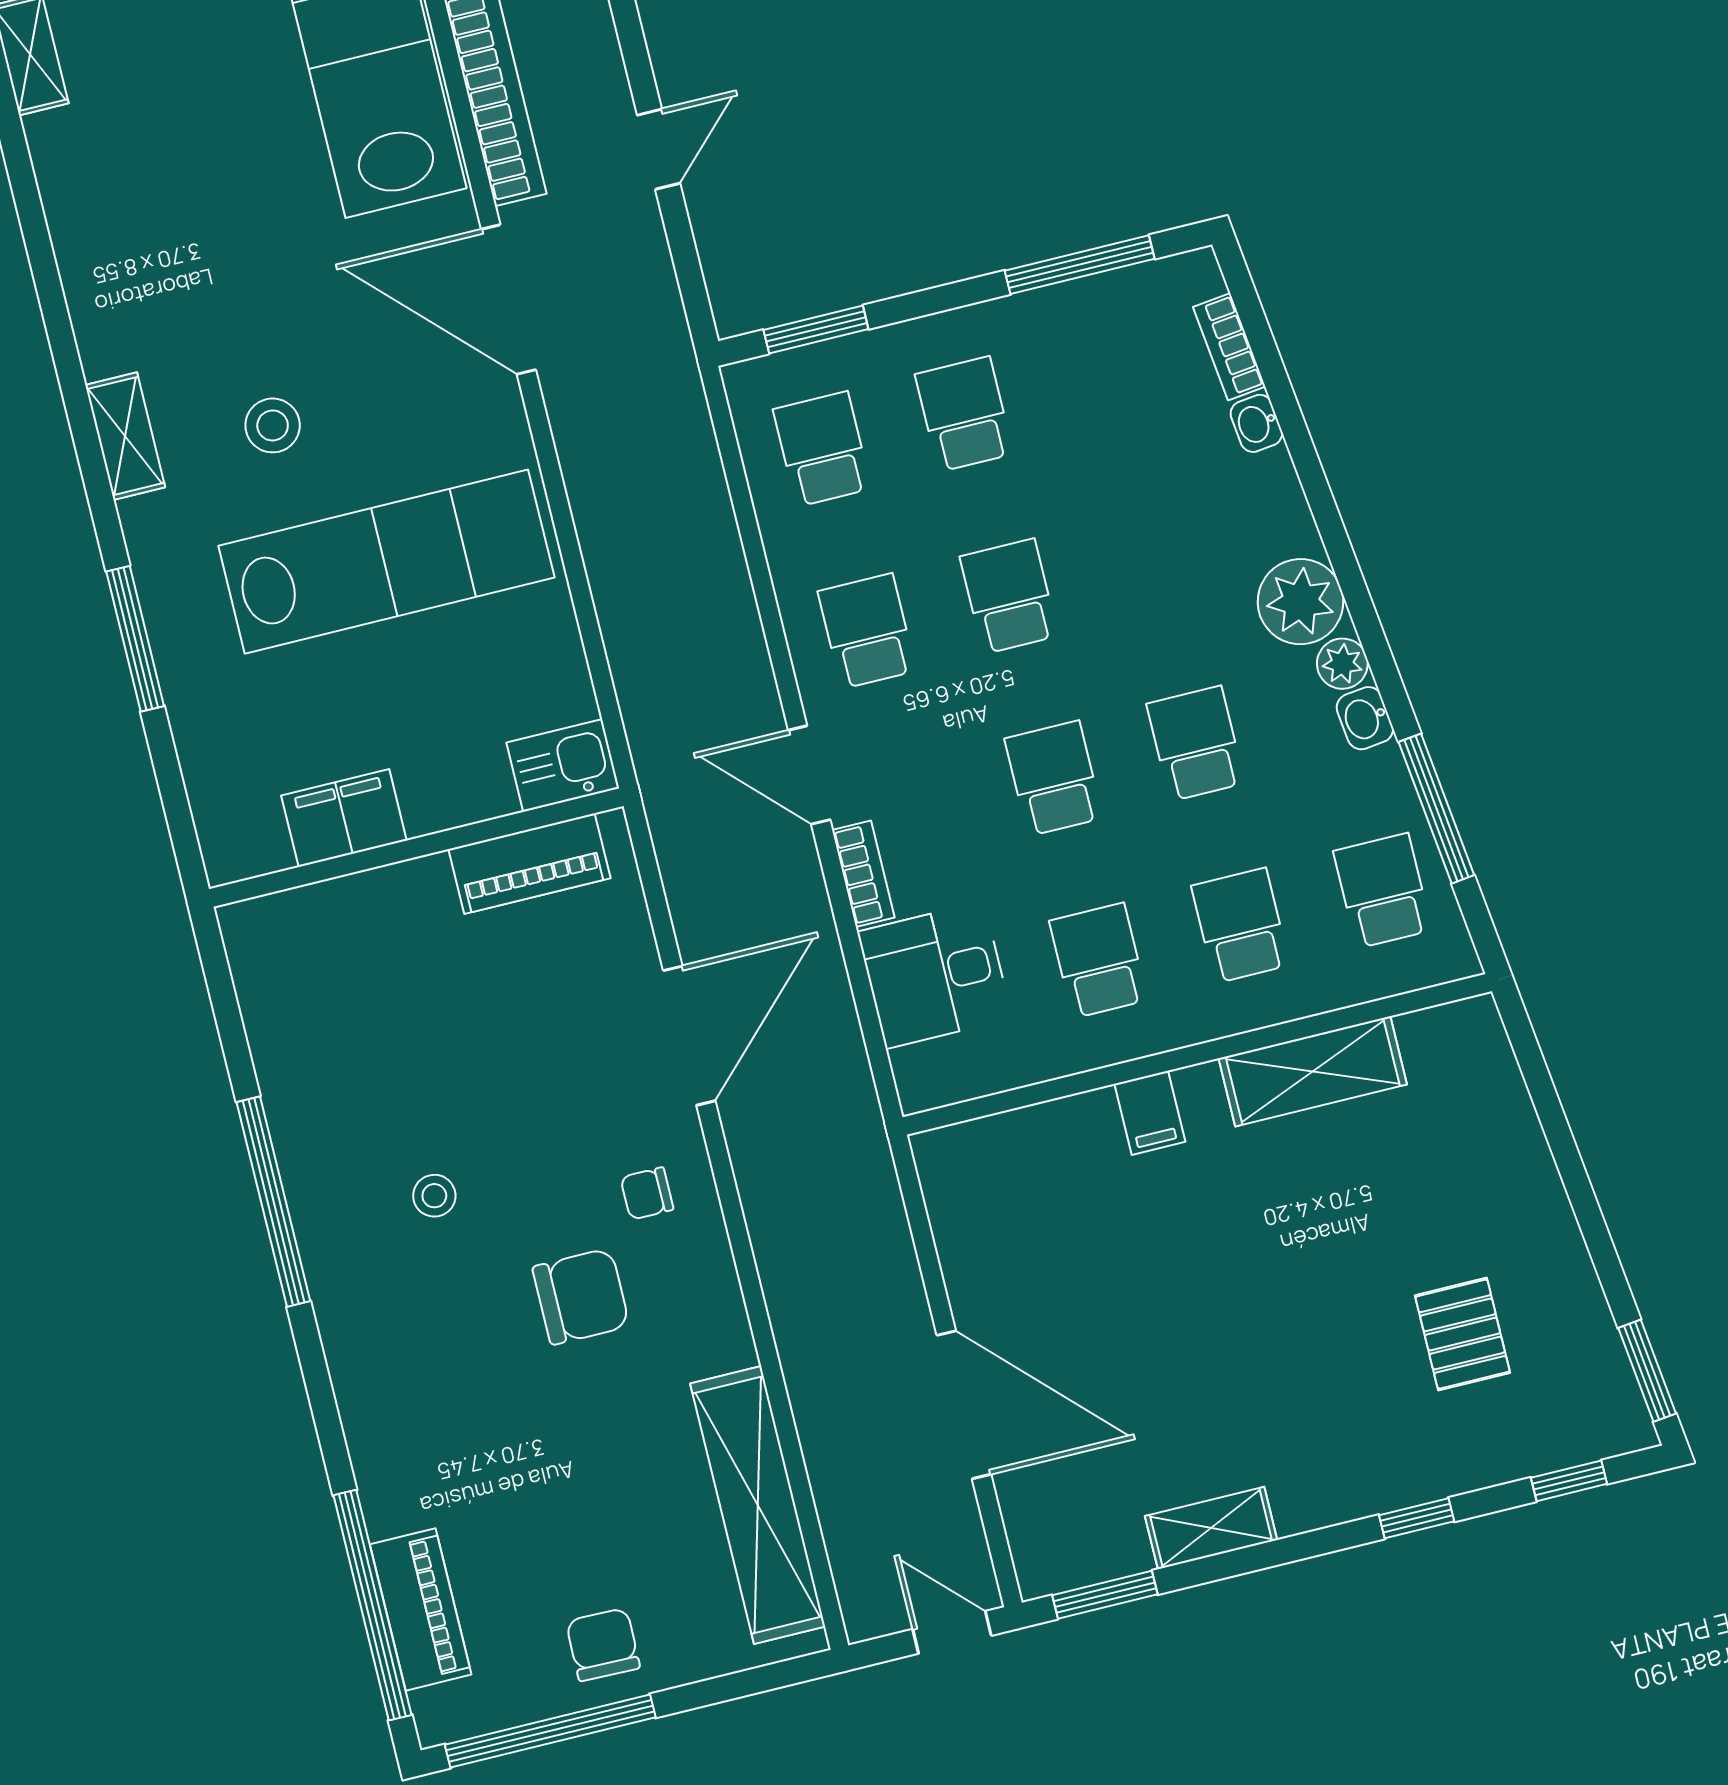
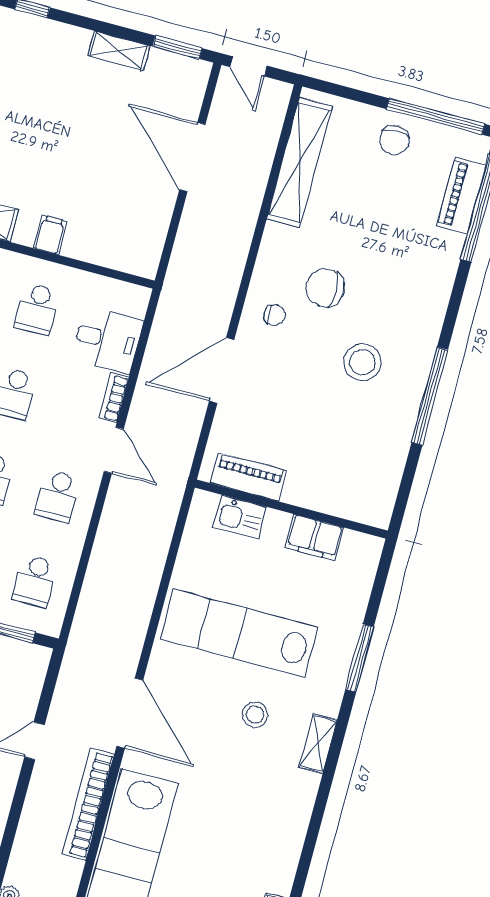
kitchen sink: (563, 765) -> (240, 517), moved
stool: (434, 1196) -> (362, 362), width x1.89, depth x1.89

